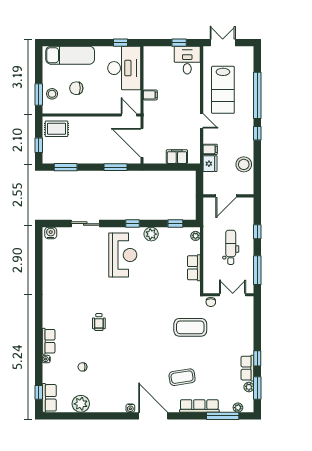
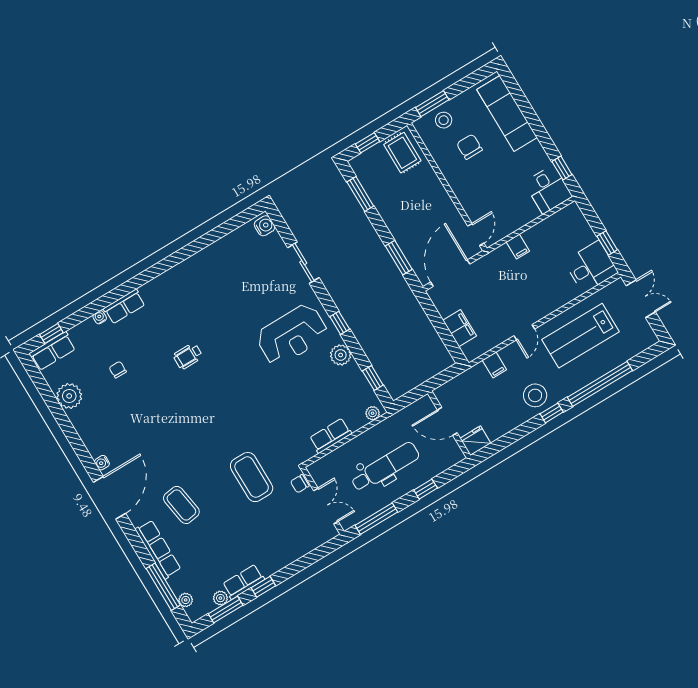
desk: (124, 68) -> (548, 189), width x0.53, depth x0.77
fridge: (210, 164) -> (475, 441), moved, turned 180
stool: (244, 164) -> (535, 395), moved
dental chair: (231, 247) -> (385, 467), width x1.36, depth x1.38

